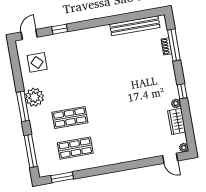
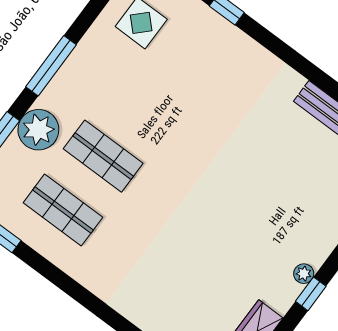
plant: (34, 97) -> (38, 130), moved
plant: (176, 103) -> (304, 274), moved

